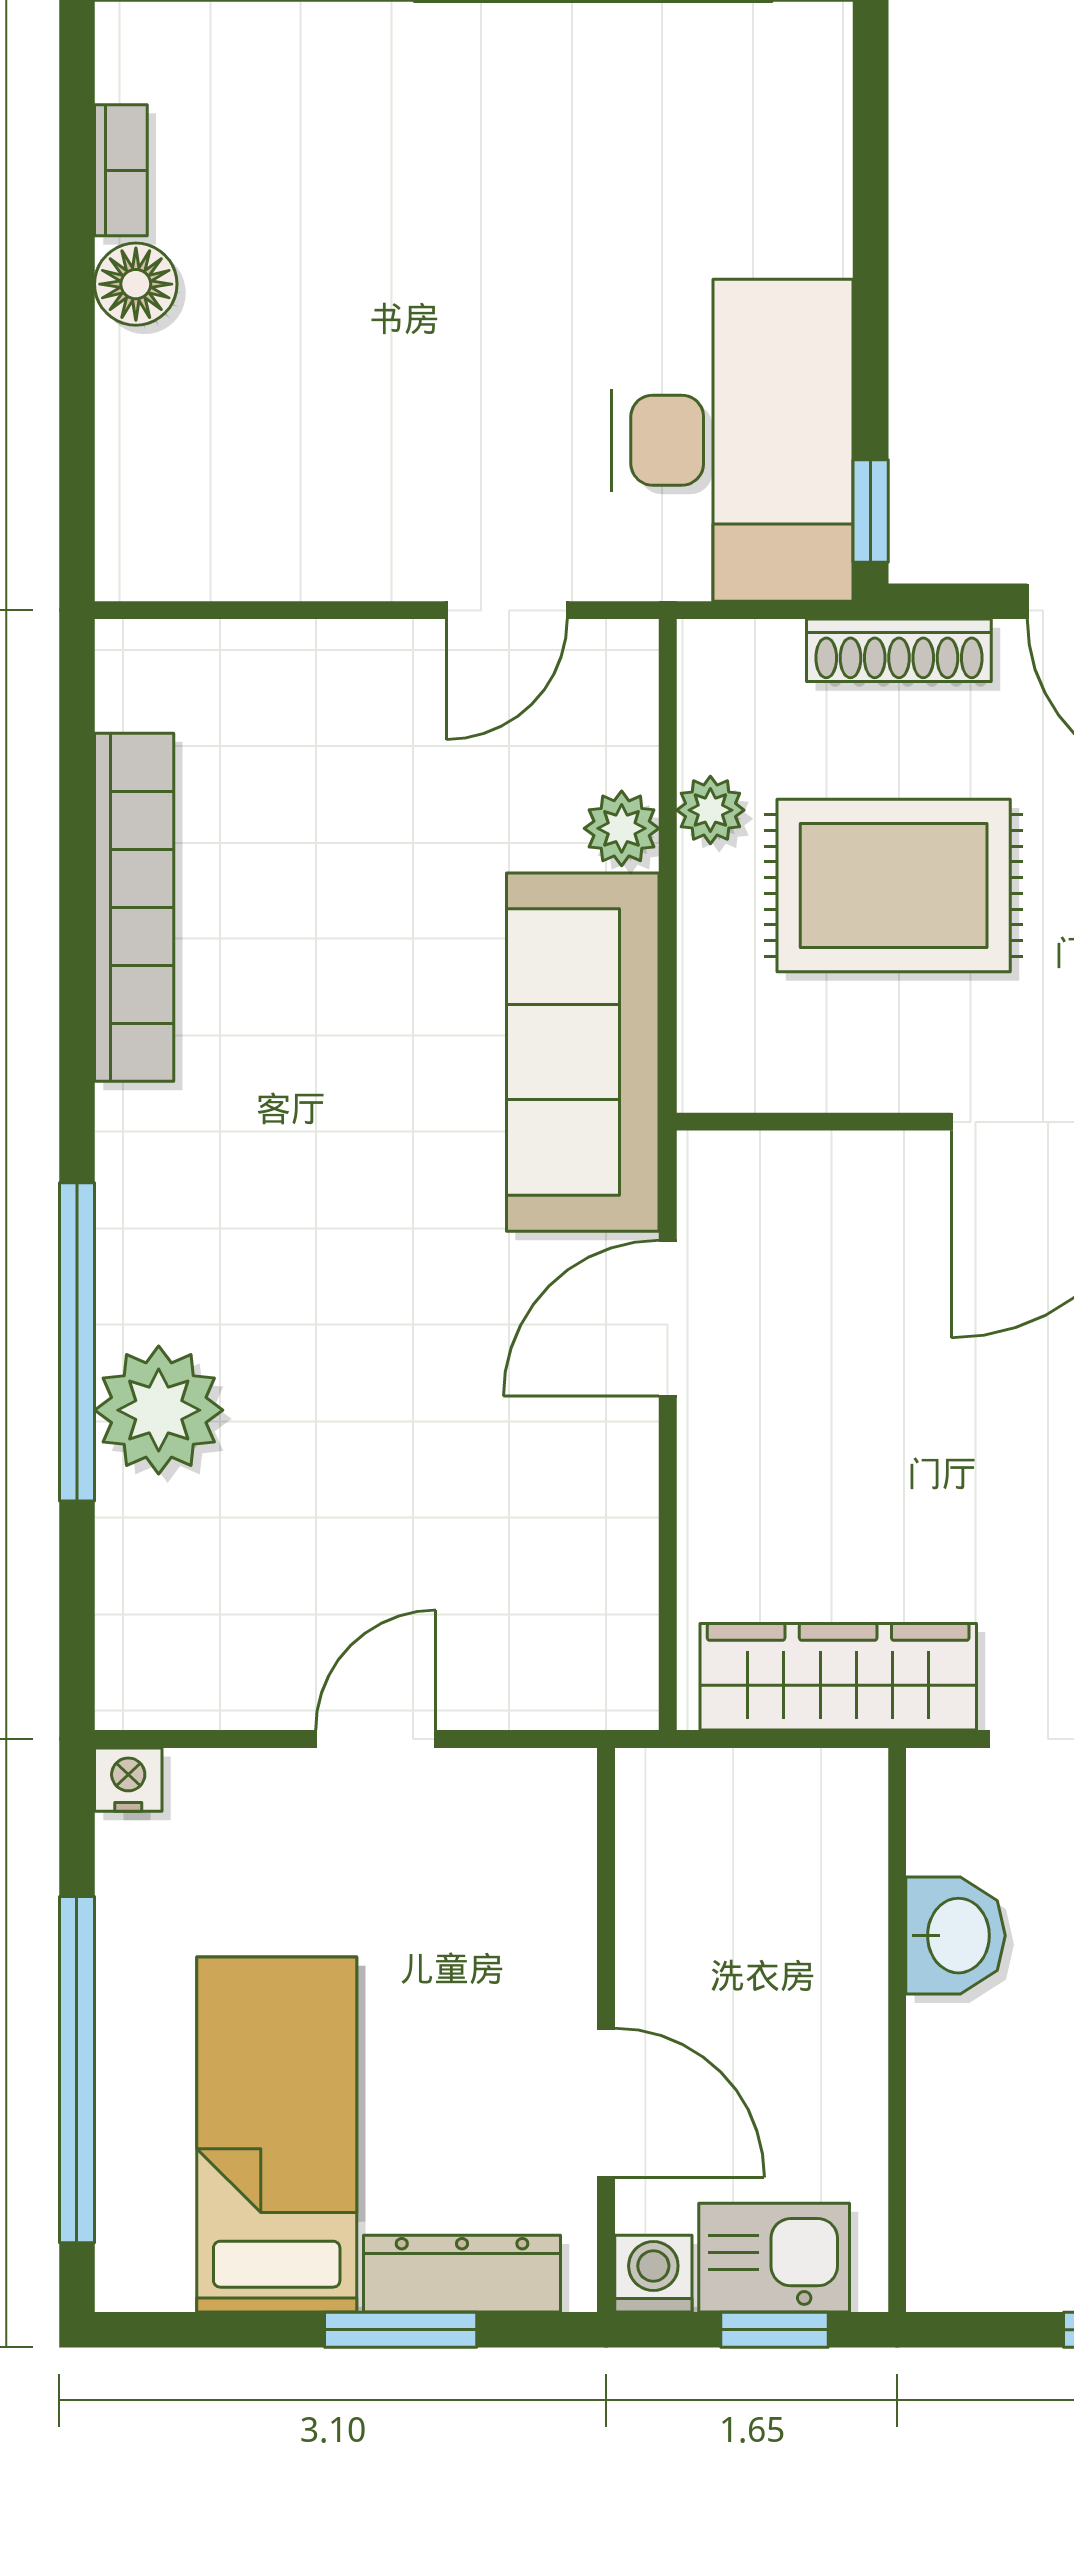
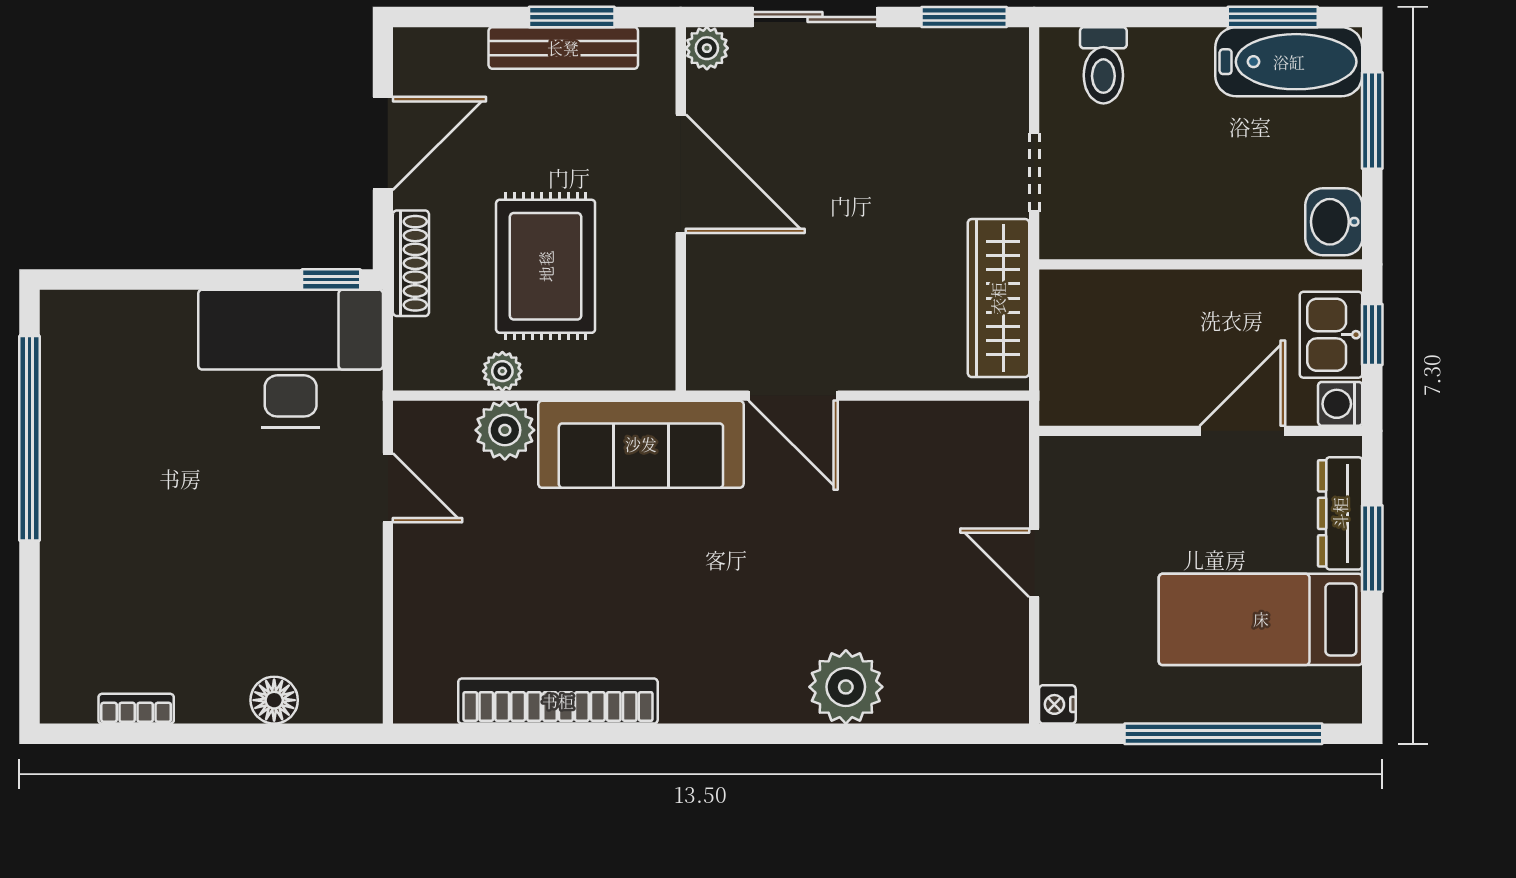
floor lamp: (136, 284) -> (274, 700), moved
plant: (622, 828) -> (505, 430), width x1.38, depth x1.38
window: (77, 1342) -> (807, 734), removed
washbasin: (955, 1936) -> (1334, 222), moved, turned -90

